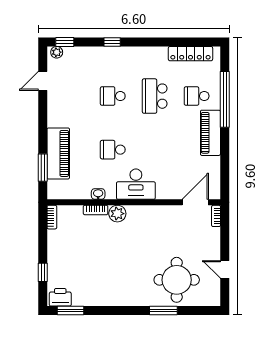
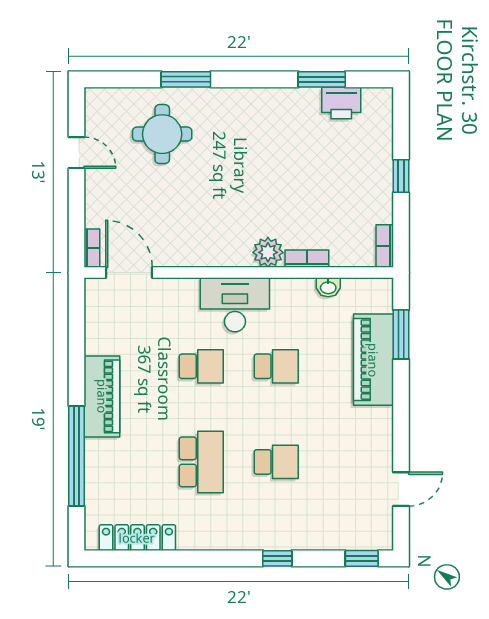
plant: (57, 52) -> (376, 540), removed
school desk: (197, 96) -> (201, 366), moved
washbasin: (98, 194) -> (328, 287), moved
door: (195, 202) -> (129, 272), swing flipped
window: (43, 272) -> (401, 176), moved
round table: (177, 280) -> (162, 134), width x0.73, depth x0.73
printer: (60, 297) -> (341, 103), moved
window: (71, 311) -> (322, 79), moved

